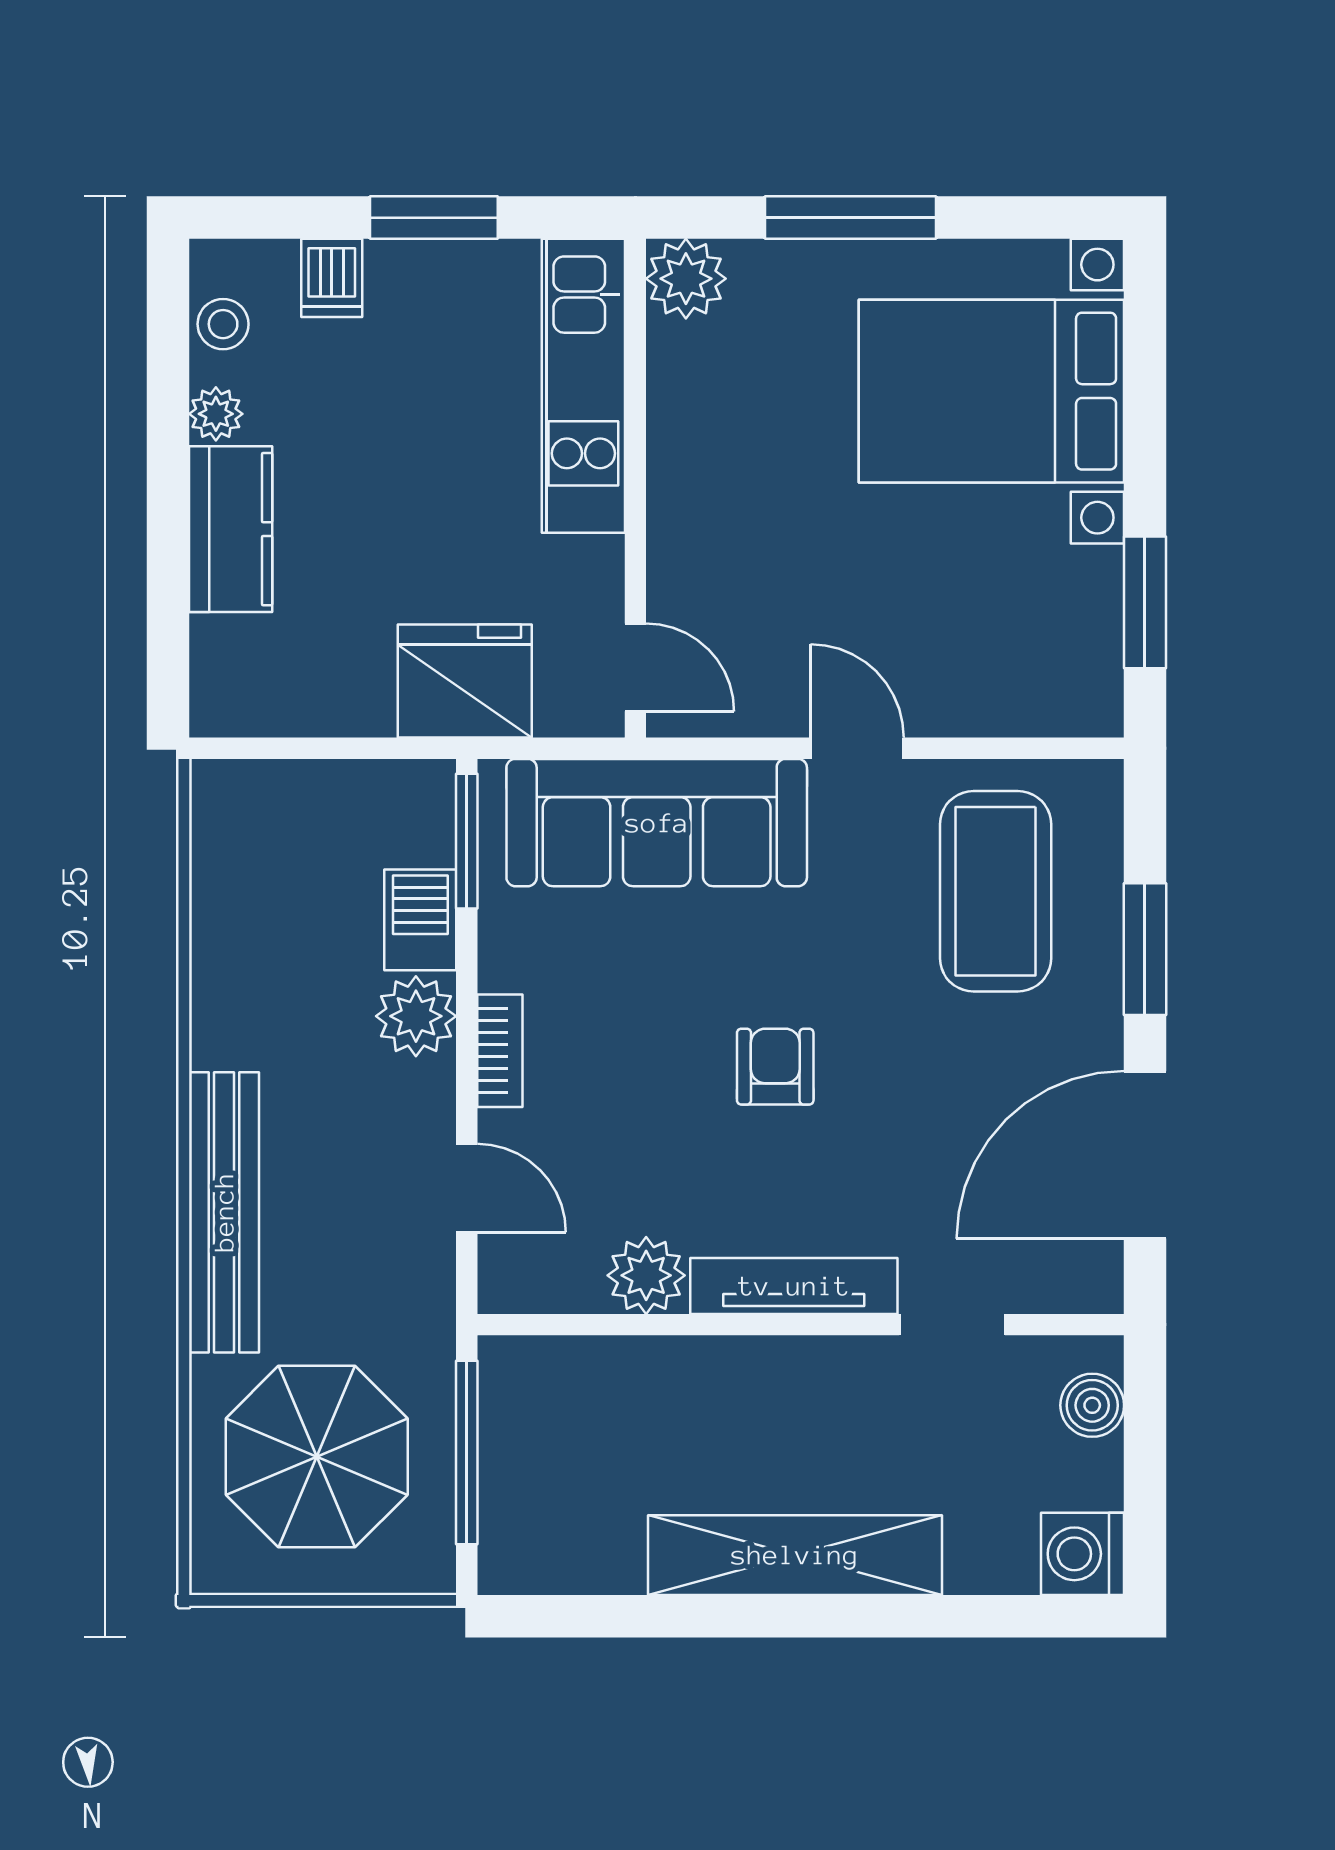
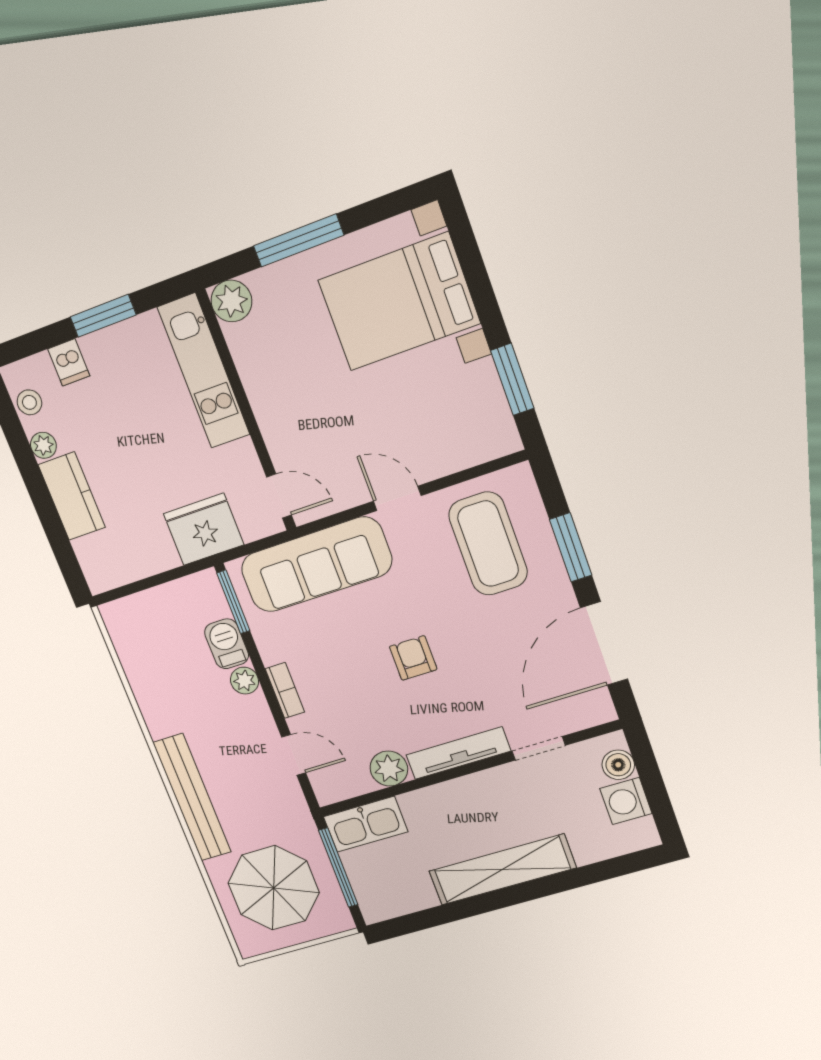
plant: (416, 1016) -> (244, 681), width x0.73, depth x0.73
kitchen sink: (557, 1377) -> (366, 824), added
washing machine: (1083, 1554) -> (626, 801), moved

